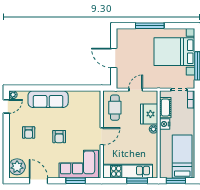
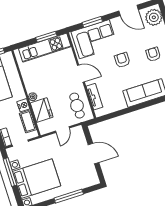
tv unit: (96, 111) -> (94, 97), added
door: (102, 136) -> (81, 74), swing flipped
window: (137, 181) -> (46, 37), moved

